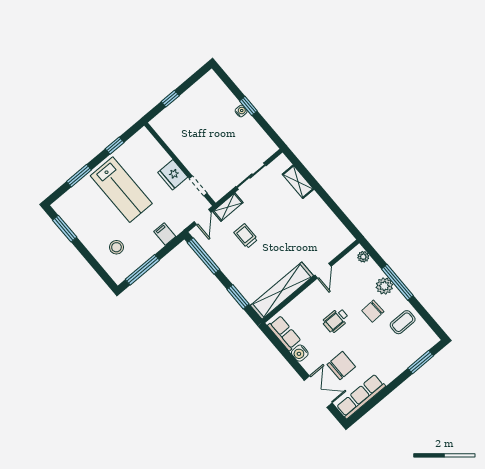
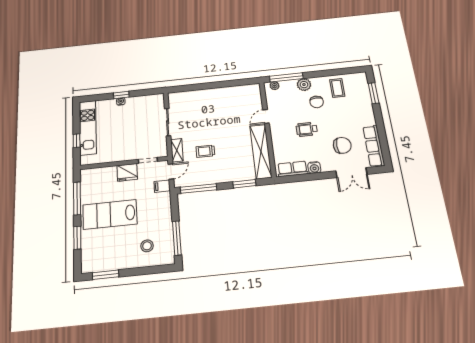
kitchen unit: (191, 99) -> (88, 128), added
window: (115, 146) -> (77, 198), width x2.17
shelving: (298, 182) -> (194, 95), removed
lab bench: (121, 190) -> (110, 214), turned 180
door: (202, 217) -> (171, 171), hinge flipped
filing cabinet: (165, 234) -> (162, 186), moved
door: (323, 271) -> (266, 116), swing flipped
window: (397, 282) -> (286, 77), moved
wheelchair: (336, 320) -> (307, 129), turned 90
chair: (341, 366) -> (342, 145), turned 90
double door: (318, 392) -> (351, 173), swing flipped

